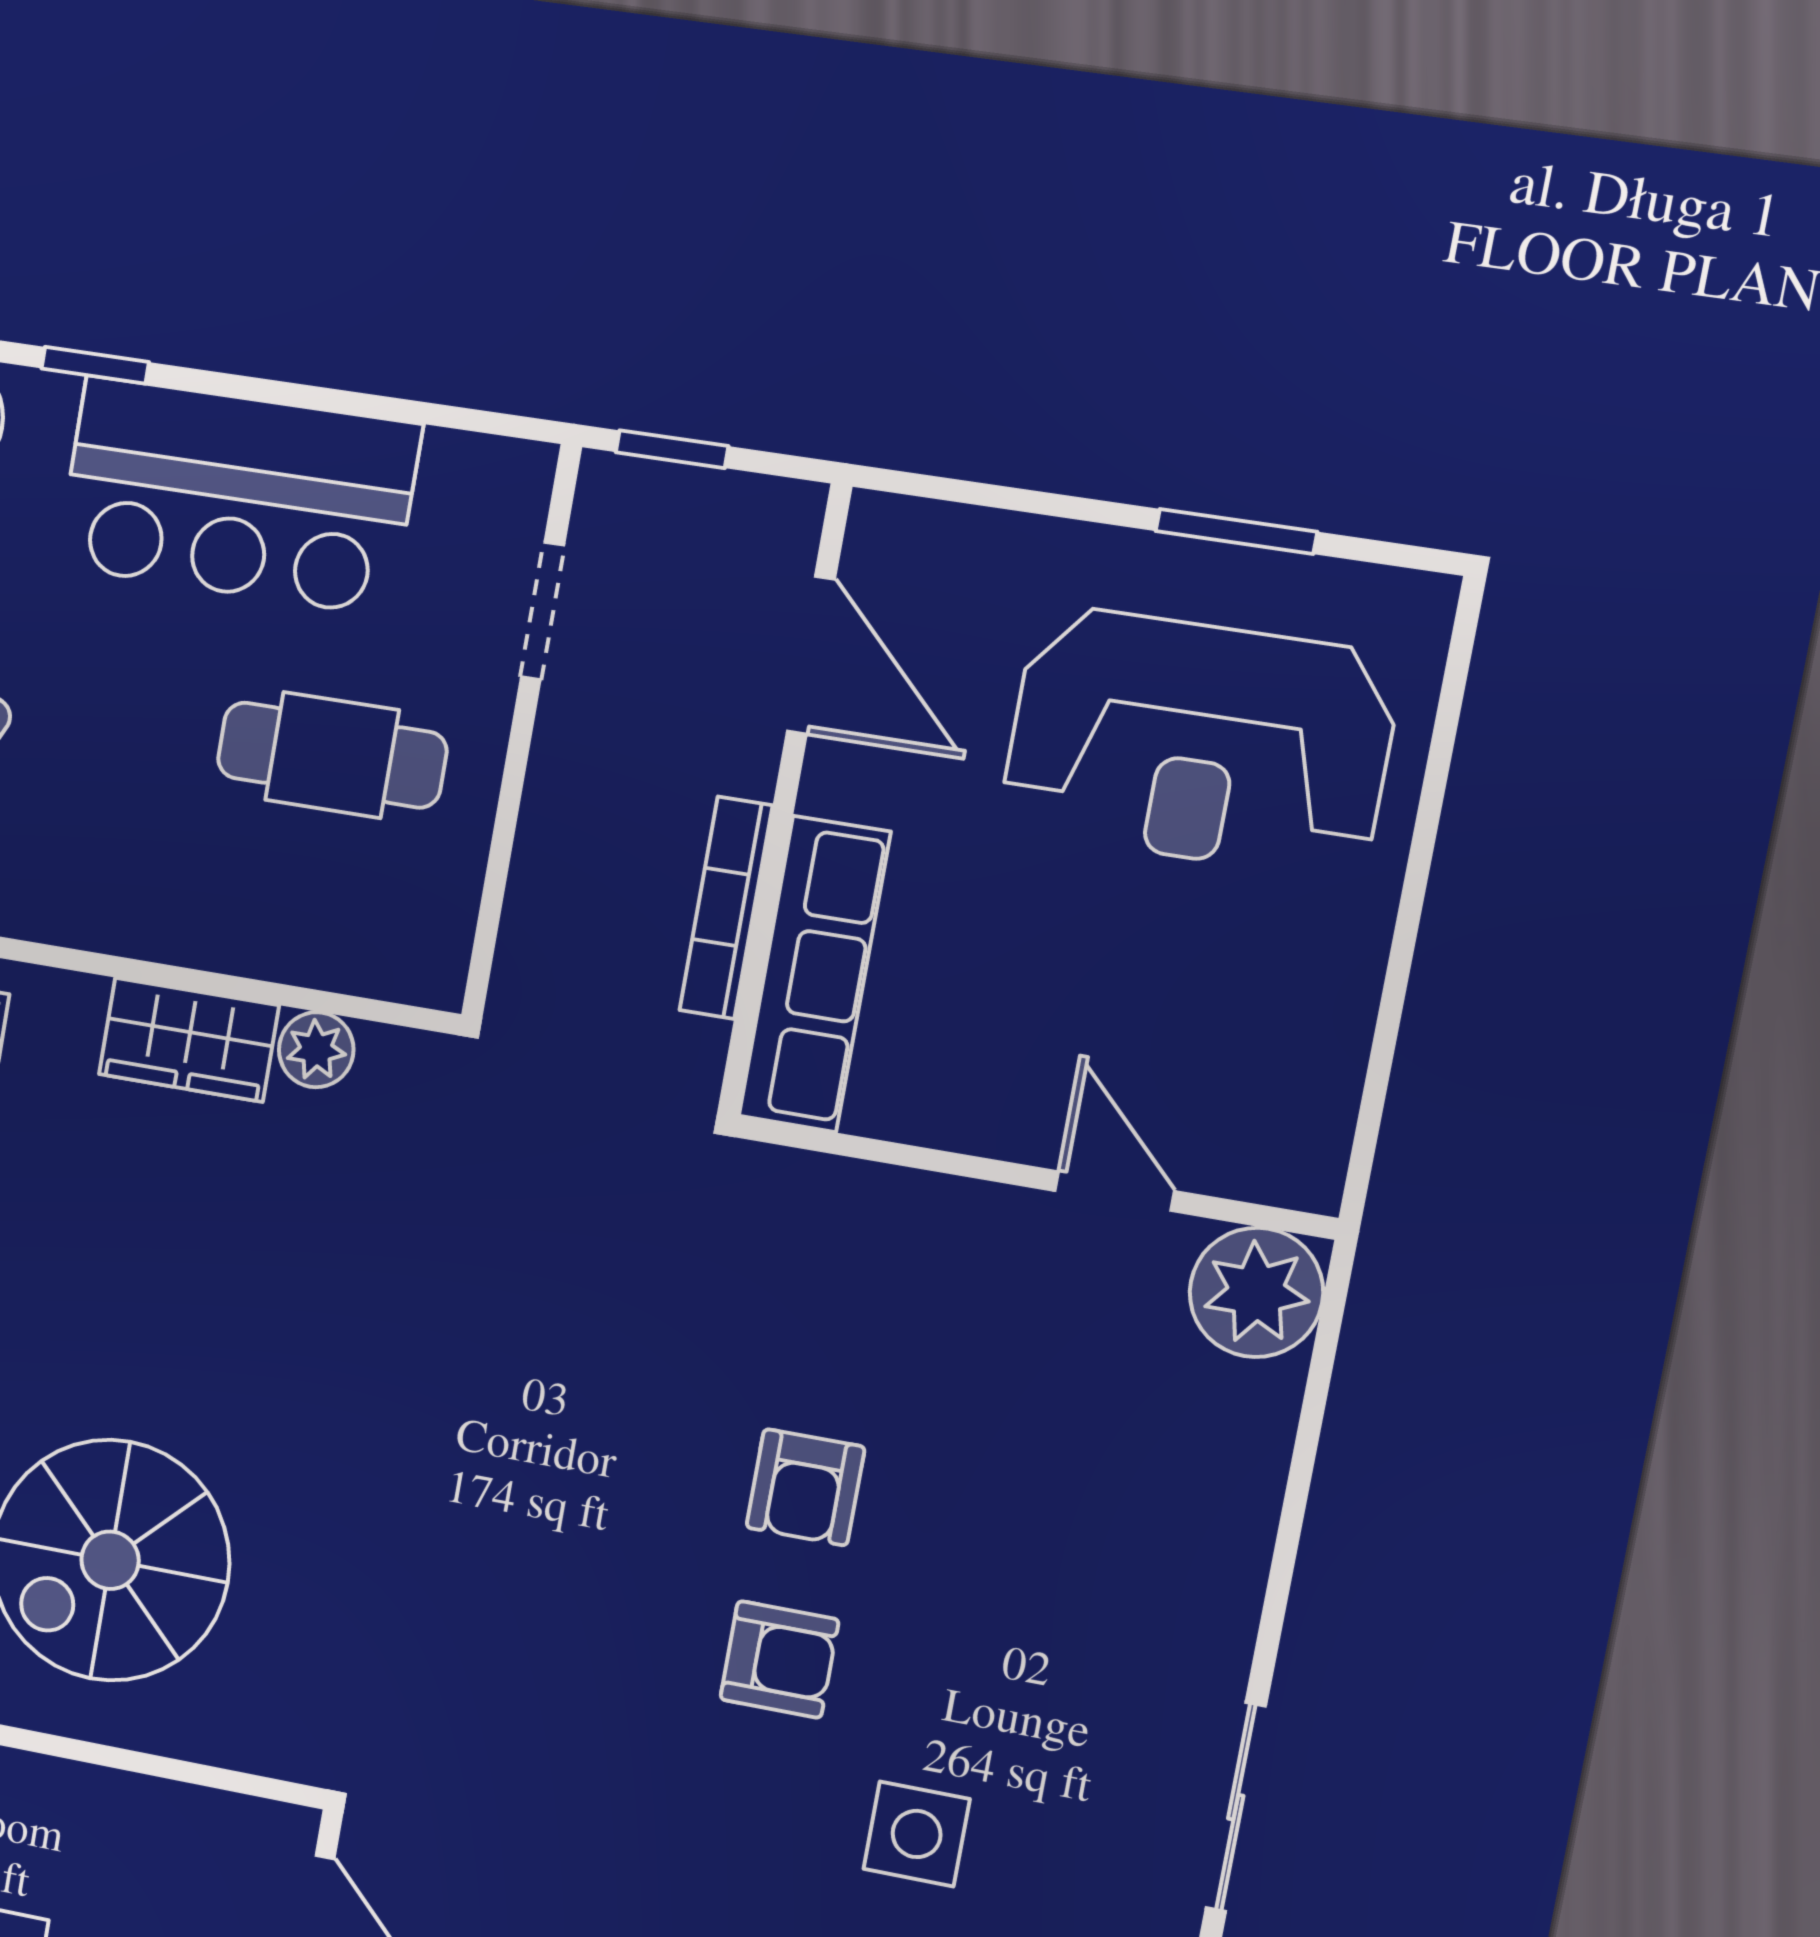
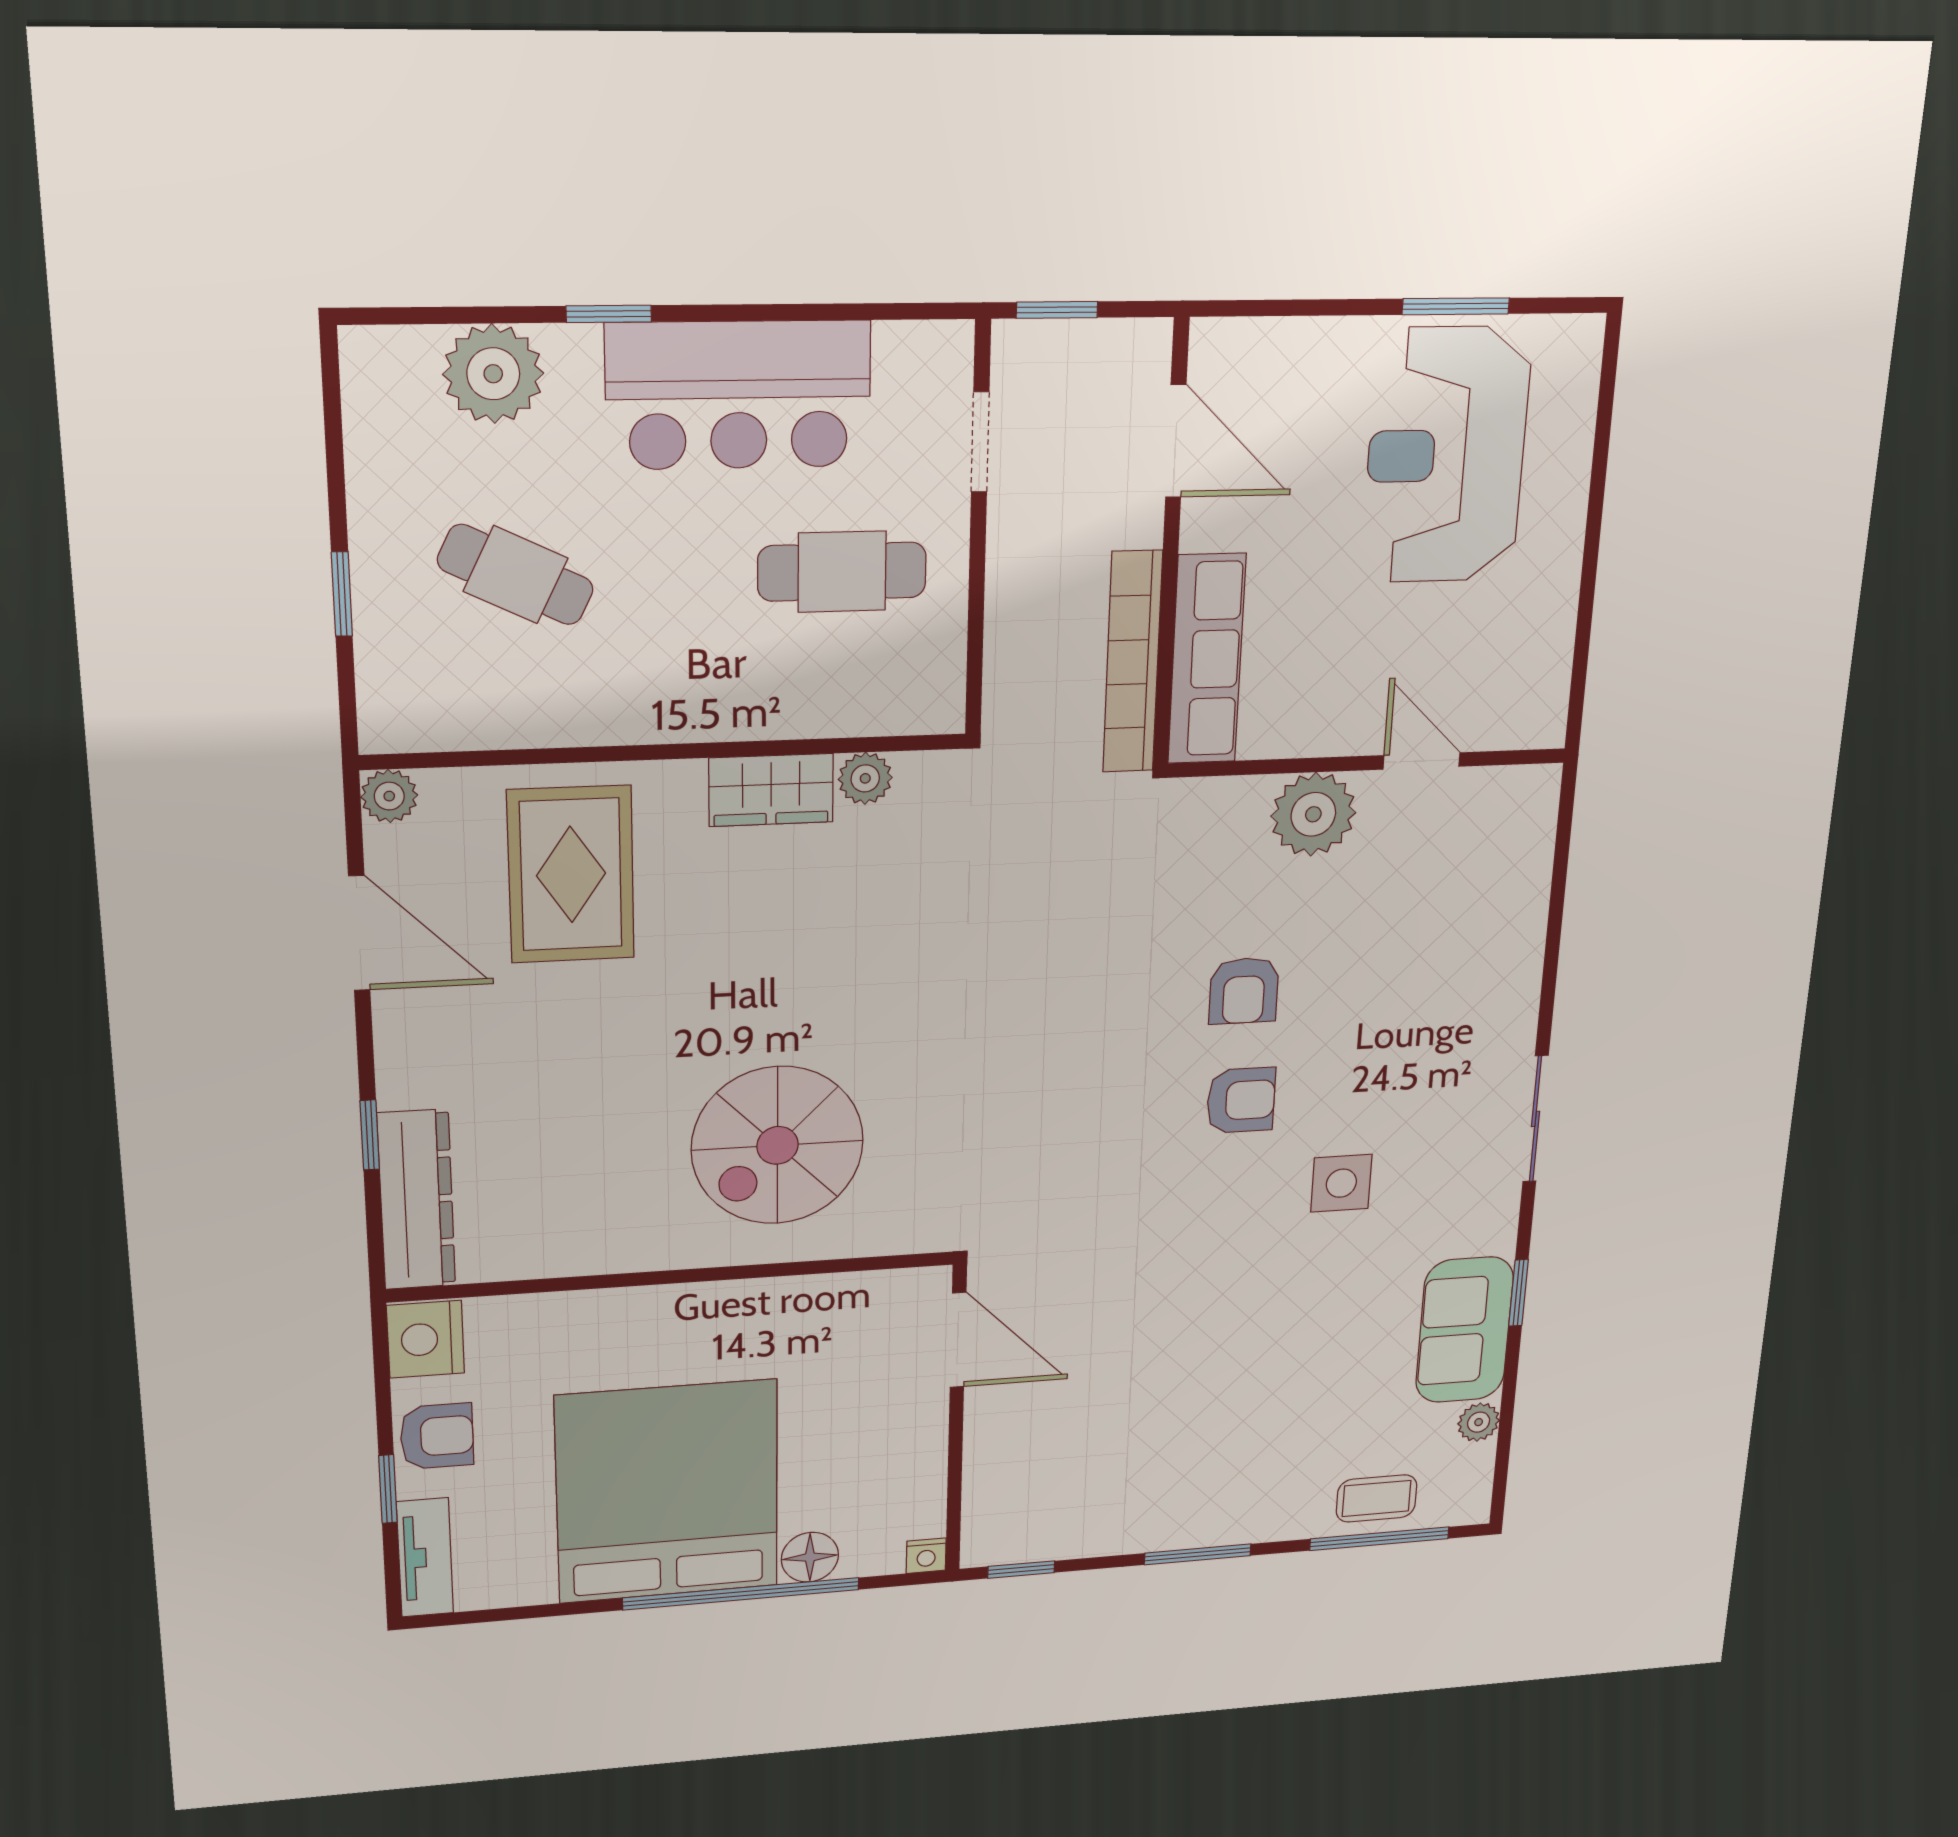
reception desk: (1200, 742) -> (1446, 455), turned 90
bookcase: (726, 908) -> (1133, 662), width x1.48, depth x1.31
plant: (1256, 1292) -> (1313, 814), moved

